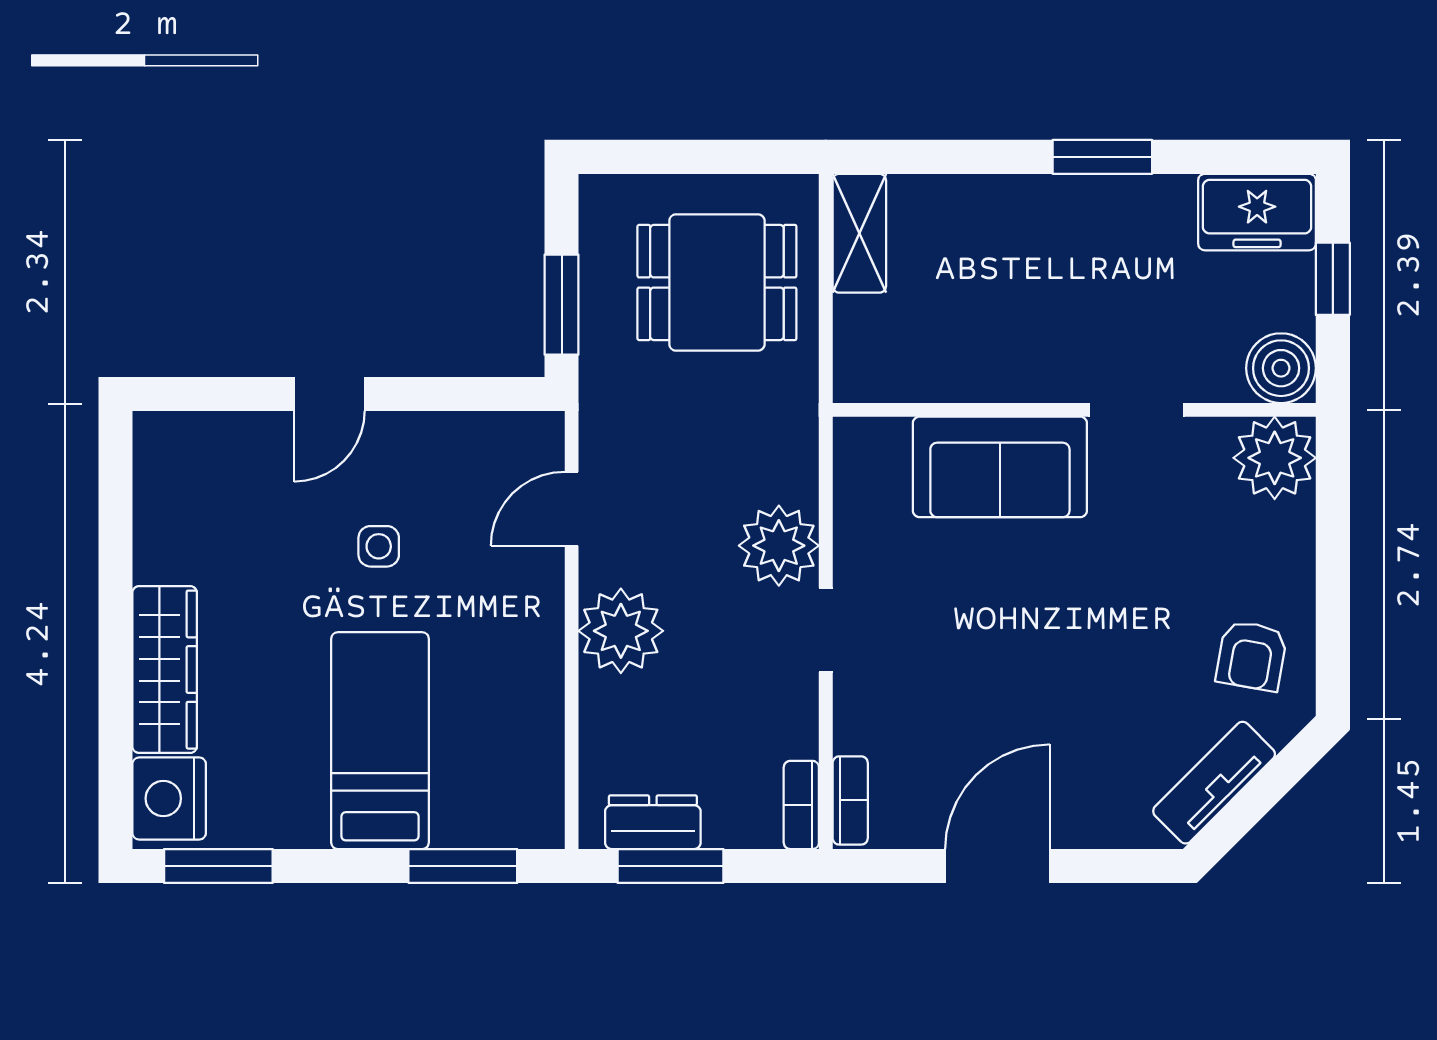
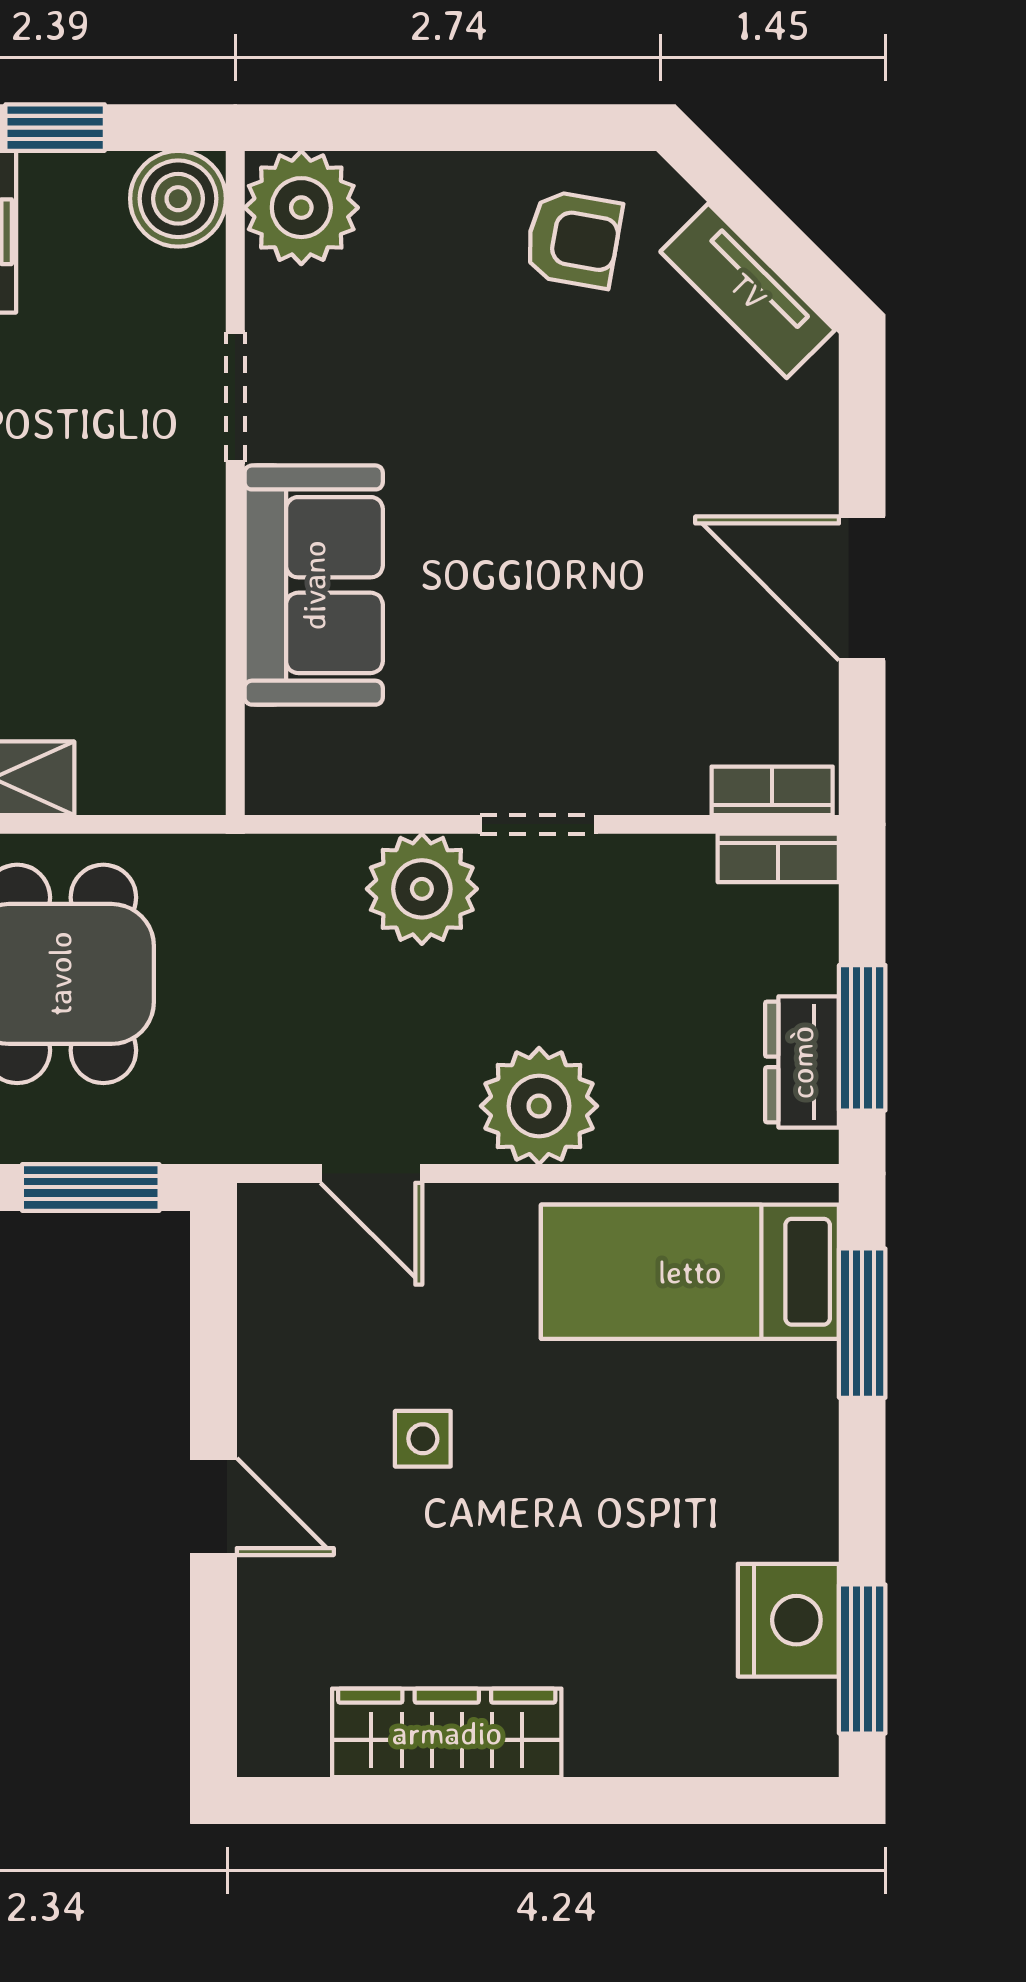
wardrobe: (165, 670) -> (447, 1733), moved
bed: (380, 741) -> (690, 1272), moved
nightstand: (169, 798) -> (788, 1620), moved, turned -90

